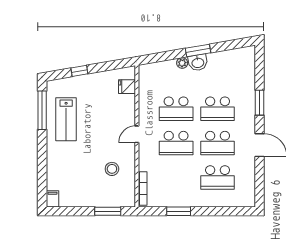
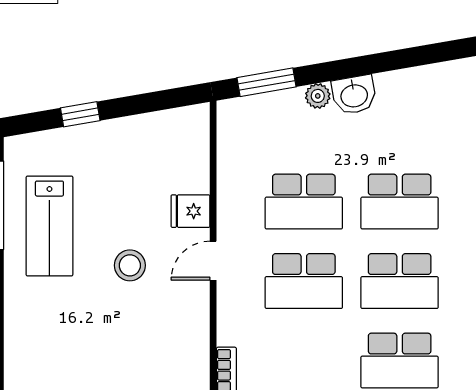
window: (198, 51) -> (267, 82), moved
fridge: (127, 87) -> (190, 211), moved
stool: (112, 169) -> (130, 265), moved

